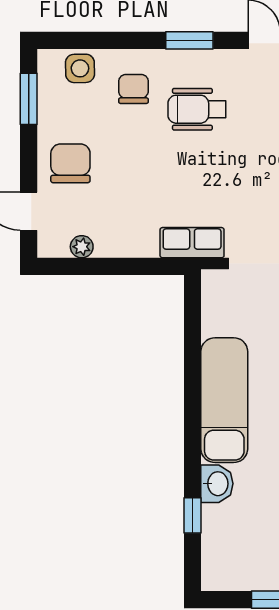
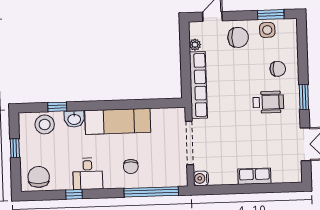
side table: (80, 68) -> (267, 30), moved
wheelchair: (197, 109) -> (268, 102), turned 90
row of seats: (192, 243) -> (198, 85), width x2.02
stool: (226, 541) -> (45, 124), added

